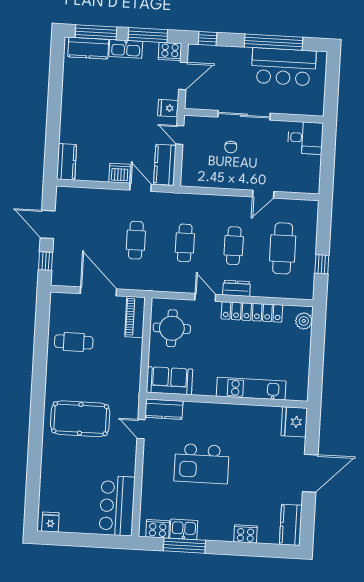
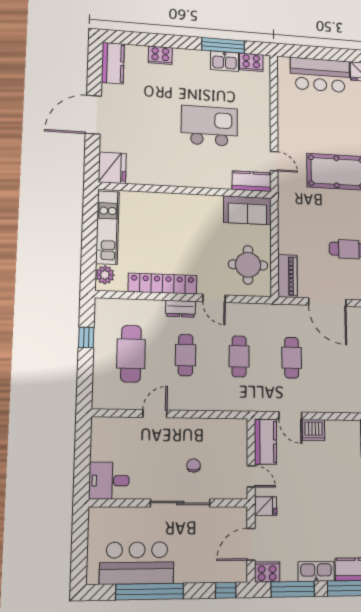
kitchen unit: (251, 389) -> (108, 228), moved, turned -90
bar counter: (117, 506) -> (320, 75), moved, turned 90

